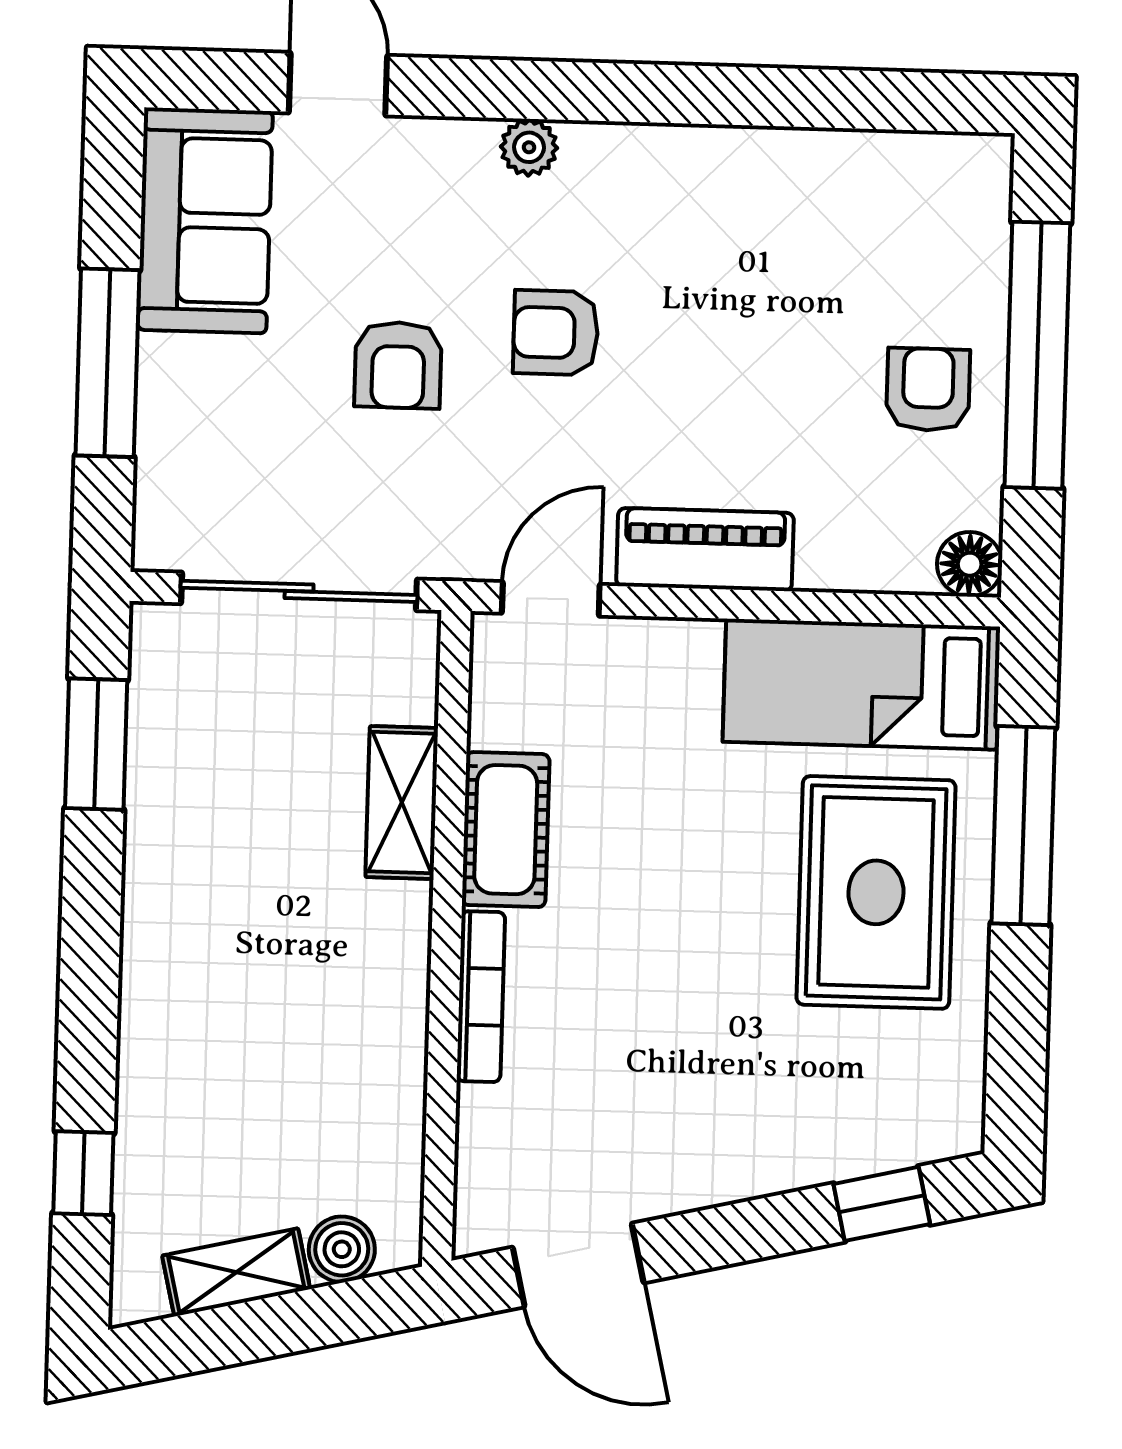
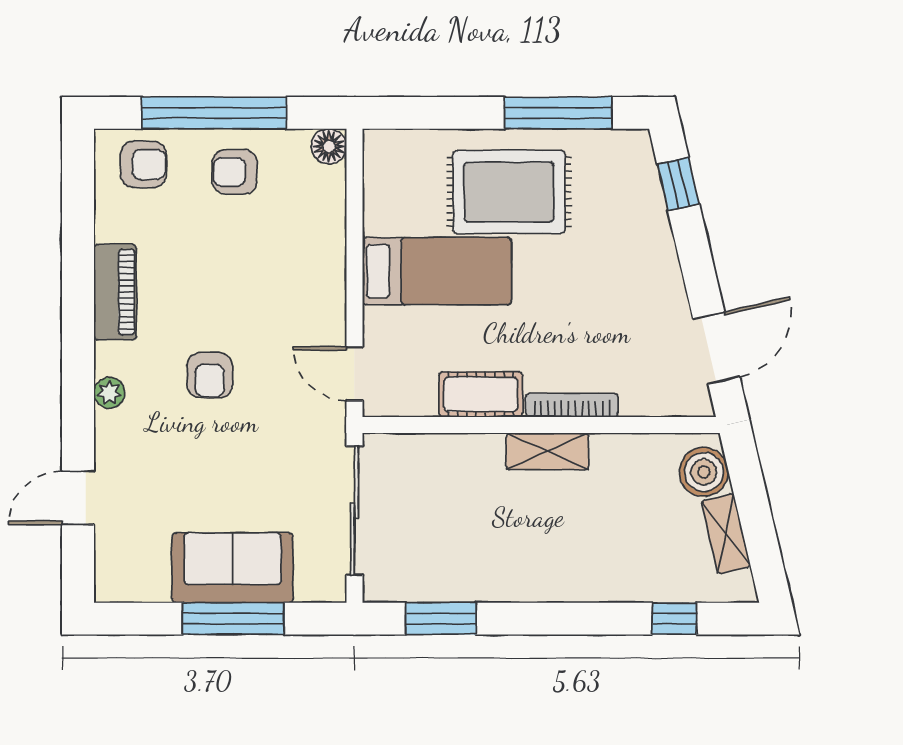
sofa: (205, 221) -> (233, 568), moved
armchair: (398, 365) -> (143, 164), moved
piano: (705, 550) -> (115, 292), moved, turned 180
bed: (861, 684) -> (437, 271), moved, turned -90
shelving: (402, 803) -> (548, 451), moved
window: (1023, 825) -> (558, 113), moved
boiler: (342, 1249) -> (704, 472), width x1.36, depth x1.36

